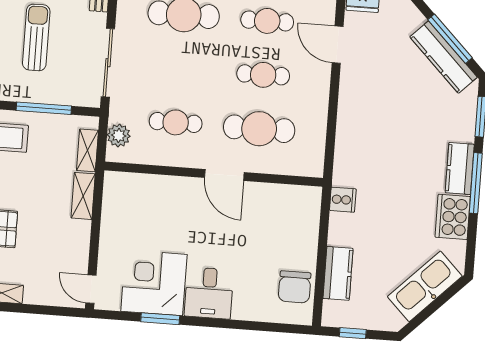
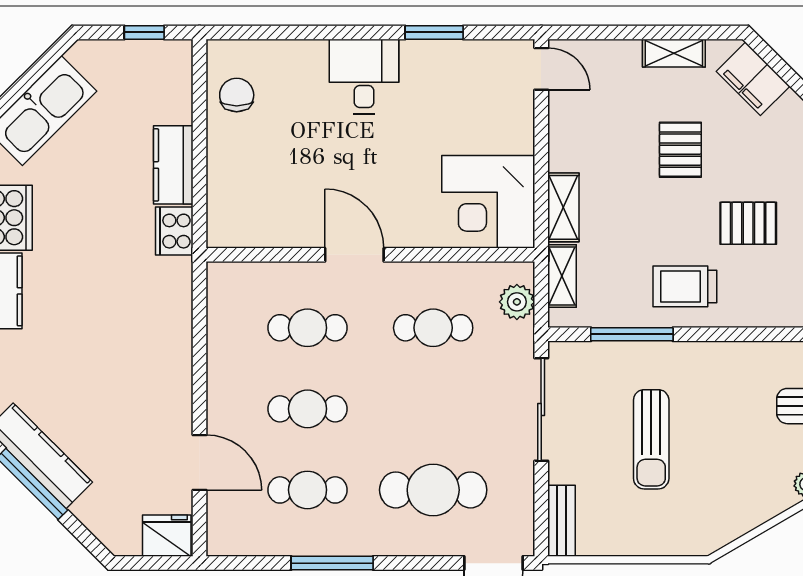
cafe table: (259, 129) -> (308, 328), width x0.73, depth x0.74
cooker: (343, 200) -> (174, 231), width x1.36
kitchen counter: (338, 273) -> (173, 165), moved
corner desk: (154, 283) -> (488, 202), moved, turned 90
chair: (295, 287) -> (237, 95), width x0.73, depth x0.73

